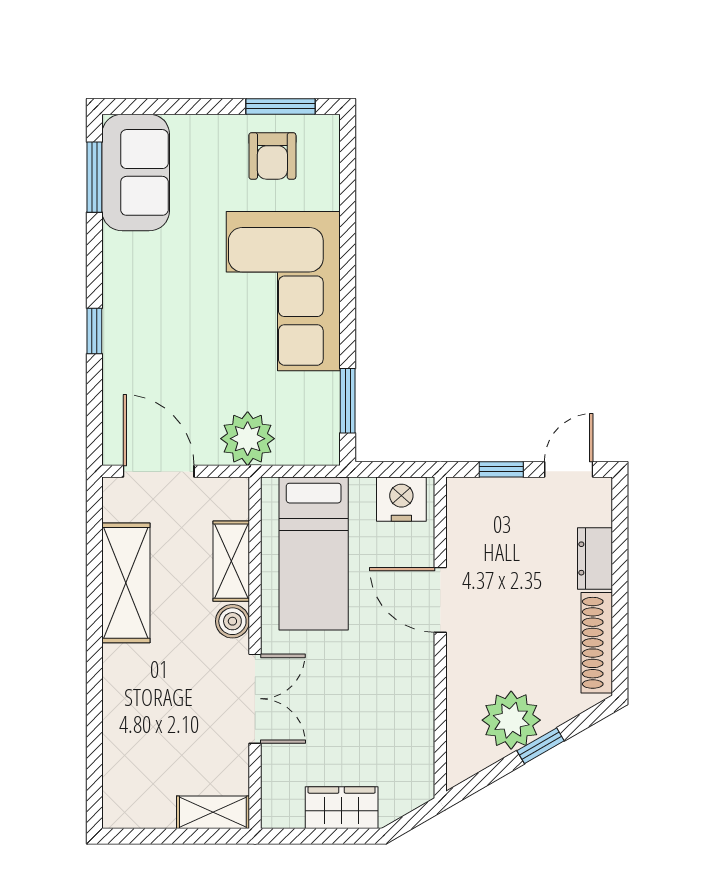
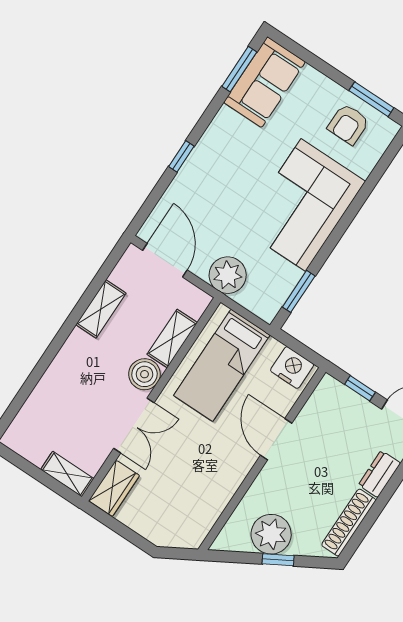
shelving: (126, 583) -> (101, 309), width x0.67, depth x0.75
boiler: (232, 621) -> (144, 374), width x1.36, depth x1.36
wardrobe: (342, 808) -> (114, 488), moved, turned 90

